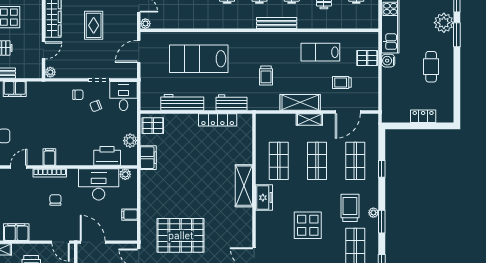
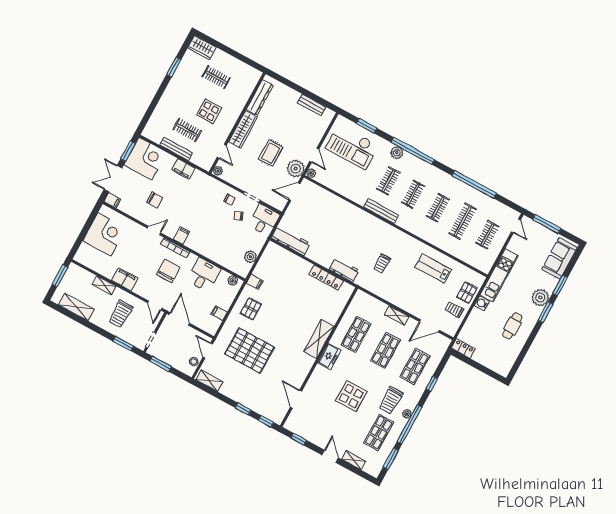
bench: (277, 23) -> (381, 211), moved
plant: (127, 27) -> (296, 169), added
door: (43, 50) -> (222, 151), hinge flipped
pallet: (367, 58) -> (467, 292), turned 90
lab bench: (199, 59) -> (337, 223), removed
trolley: (342, 82) -> (454, 309), moved
workbench: (182, 102) -> (291, 241), moved
shelving: (300, 102) -> (397, 299), removed
locker: (423, 116) -> (463, 348), moved
pallet: (153, 126) -> (251, 309), moved, turned 90
printer: (107, 156) -> (226, 259), removed
filing cabinet: (148, 158) -> (255, 282), width x0.50
desk: (99, 184) -> (204, 275), width x0.73
chair: (55, 200) -> (168, 271), width x1.87, depth x1.87
trolley: (350, 208) -> (391, 400), turned 180
window: (382, 222) -> (410, 424), width x2.11

